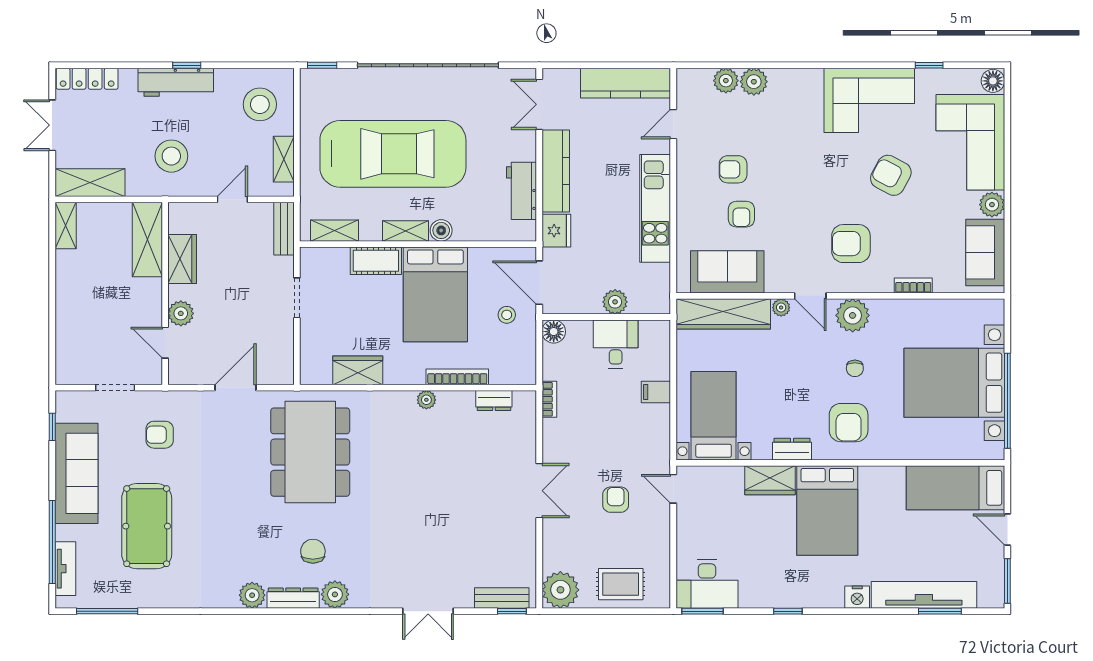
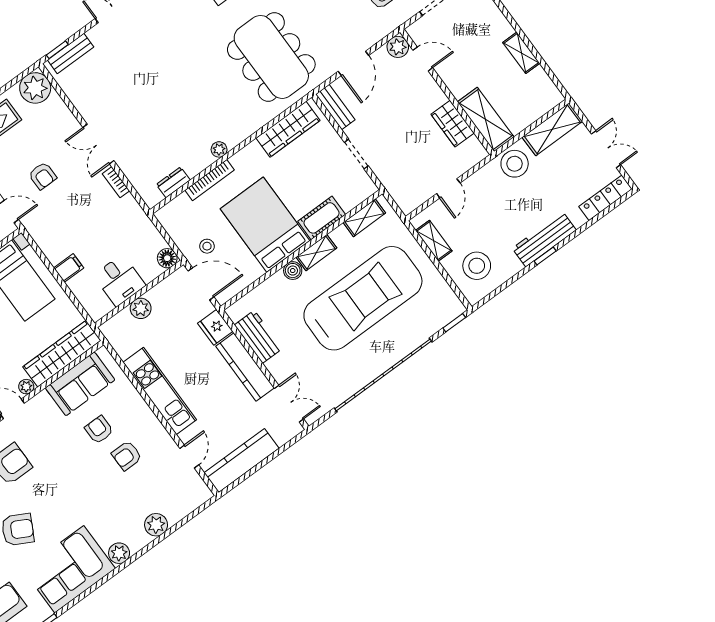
plant: (726, 81) -> (119, 553), moved
car: (393, 154) -> (363, 298), turned 180
stool: (171, 156) -> (515, 164), moved
armchair: (733, 169) -> (127, 456), turned 180
shelving: (66, 226) -> (521, 53), moved
bench: (284, 229) -> (335, 107), moved
plant: (181, 313) -> (398, 47), moved
wardrobe: (358, 370) -> (288, 129), width x1.50
bookcase: (549, 399) -> (116, 182), moved

